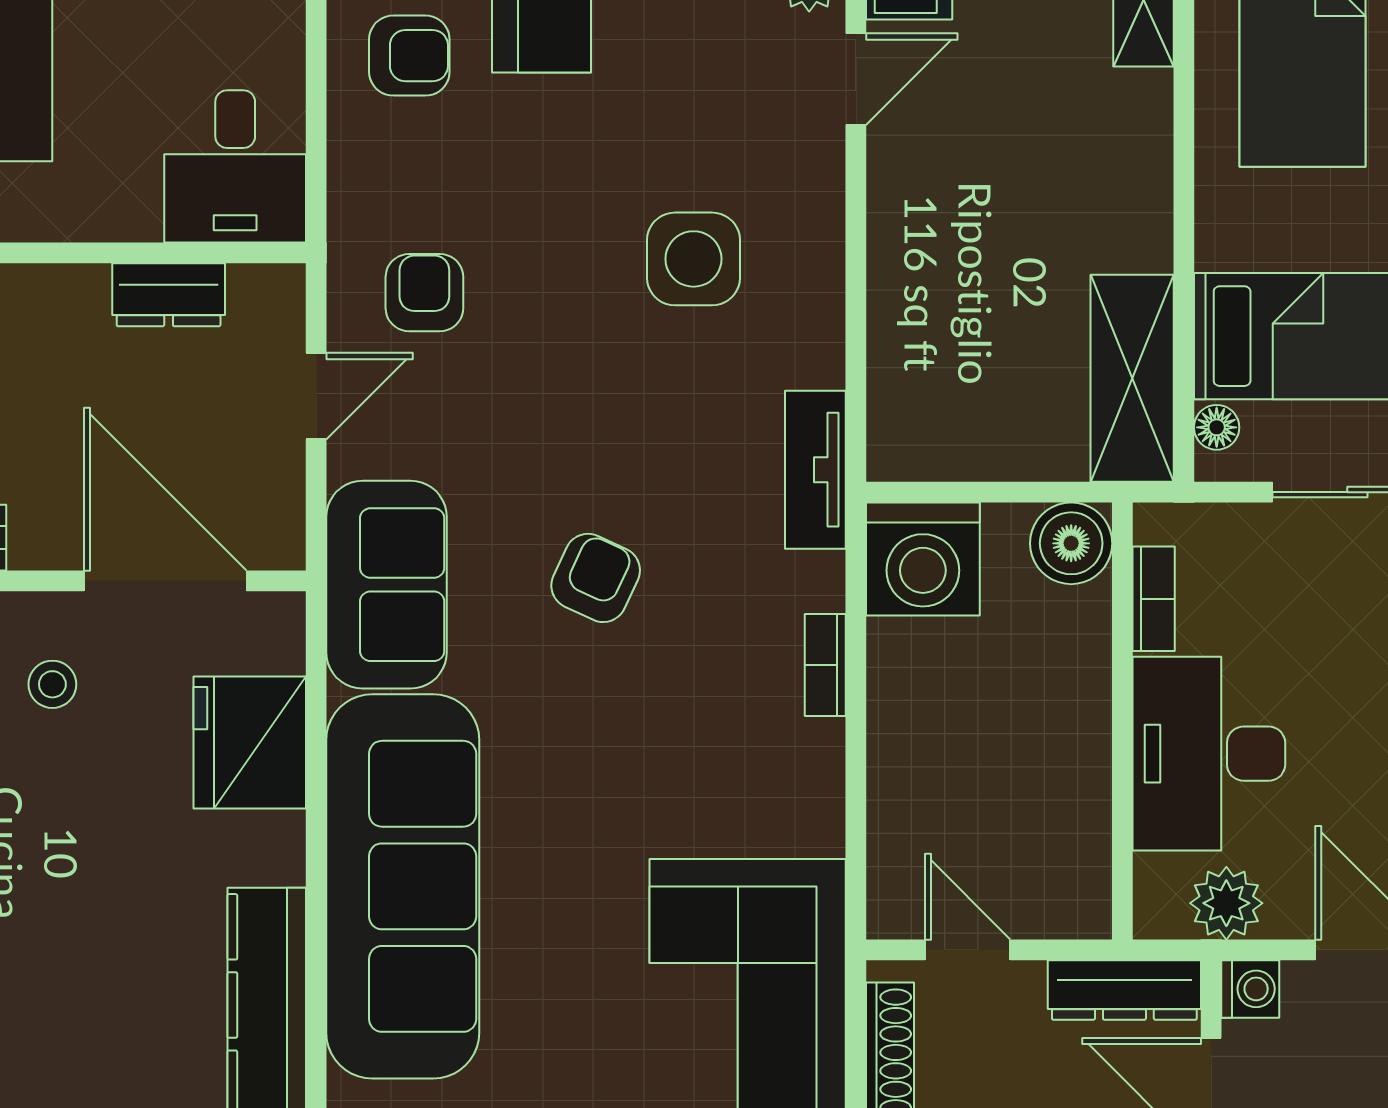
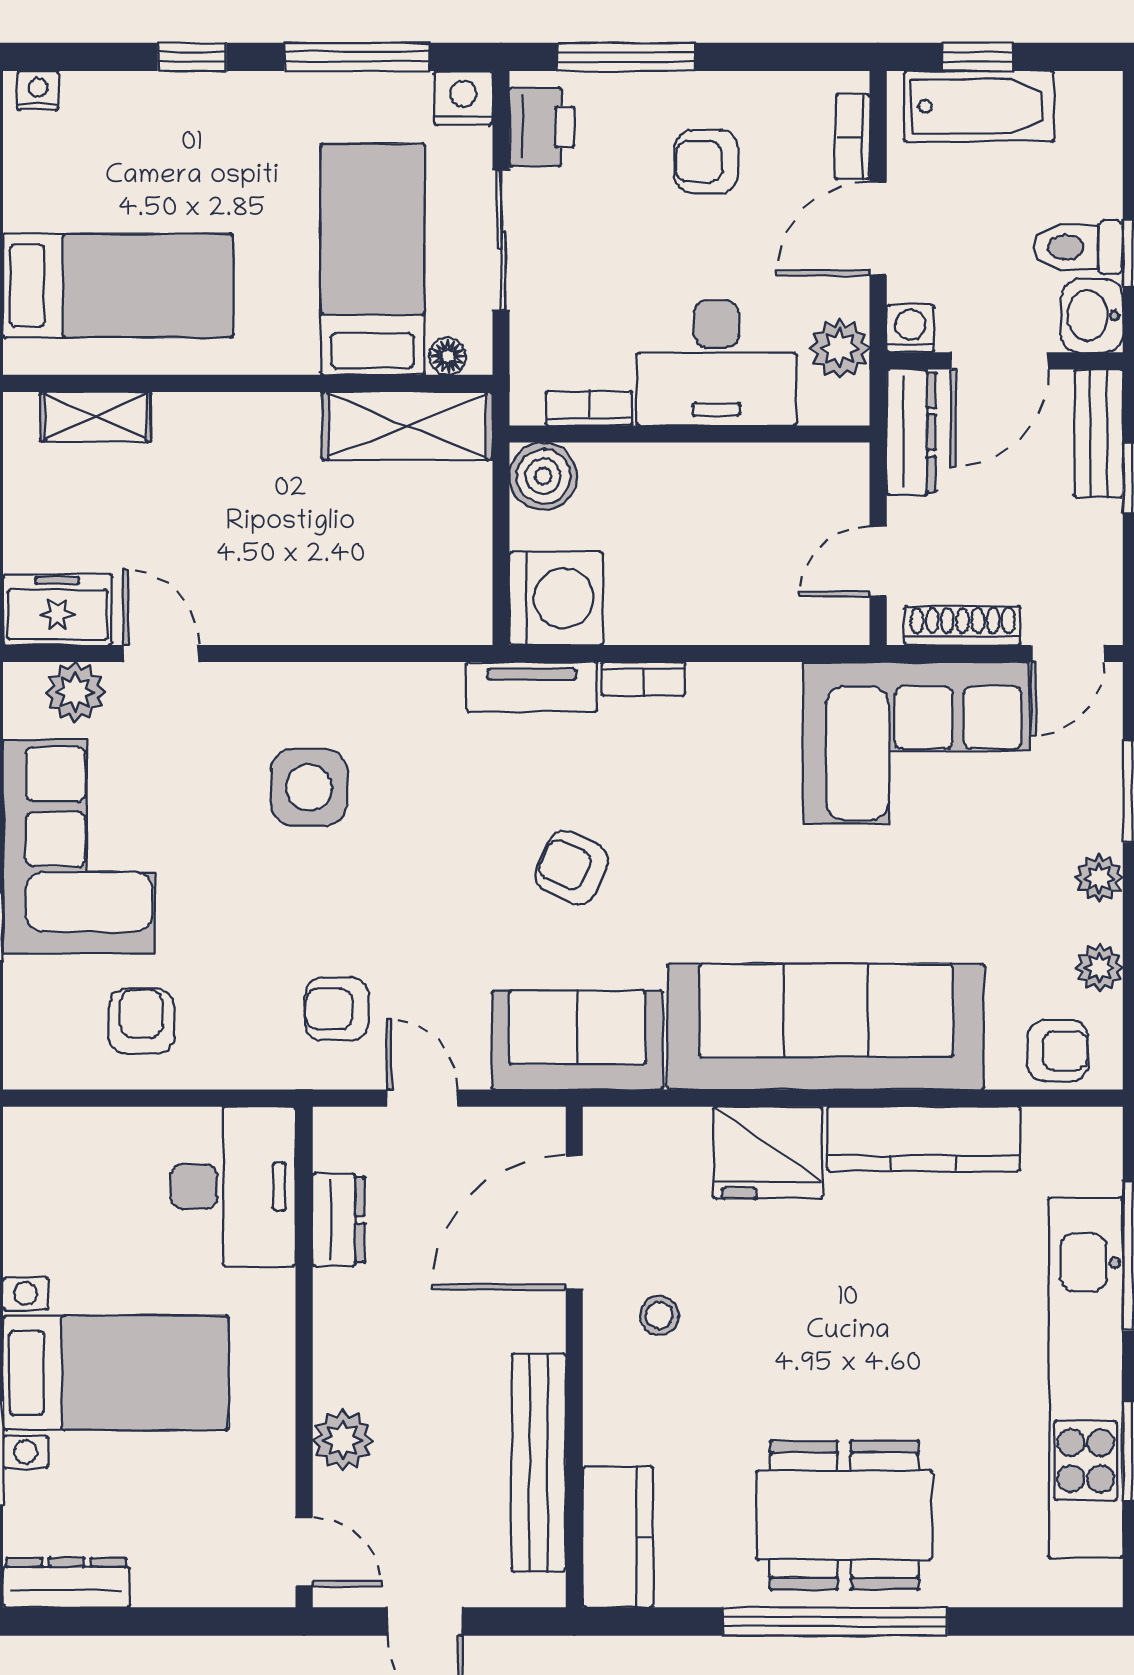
desk: (235, 166) -> (233, 1186), width x1.37
tv unit: (815, 470) -> (532, 687), moved
fridge: (250, 742) -> (768, 1153), moved

